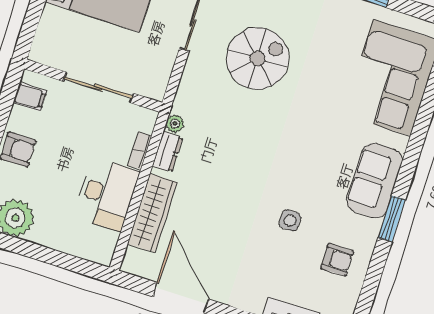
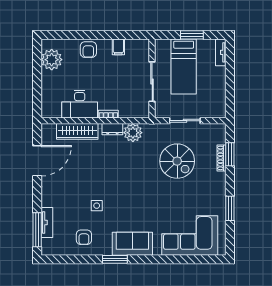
wall: (93, 86) -> (152, 78), moved
sliding door: (98, 87) -> (152, 82), moved
plant: (175, 124) -> (133, 133), width x1.87, depth x1.87

